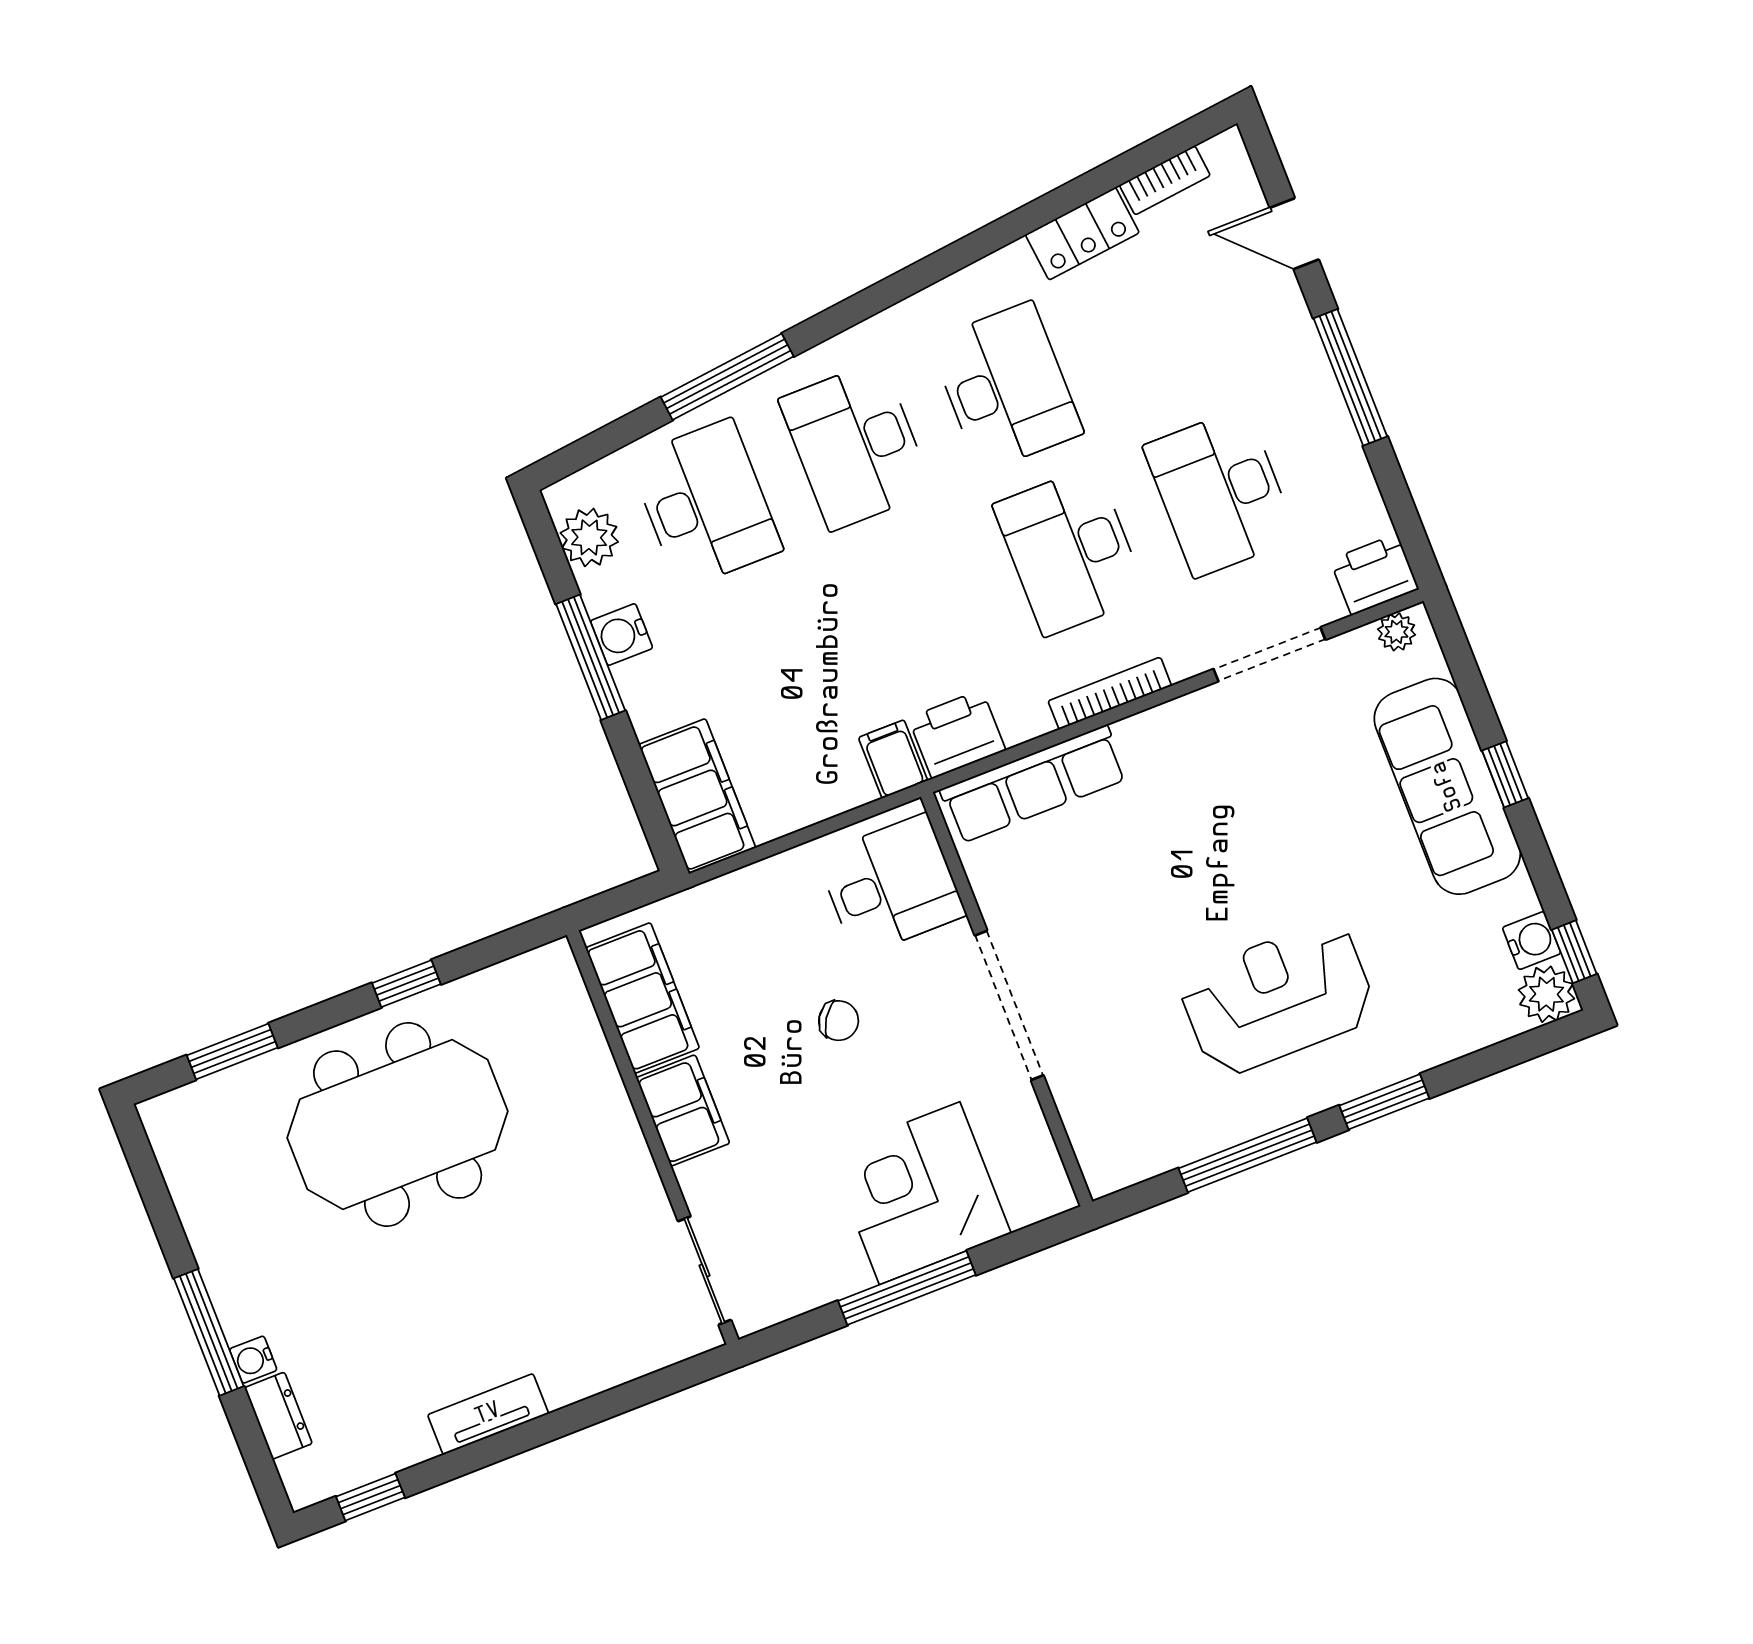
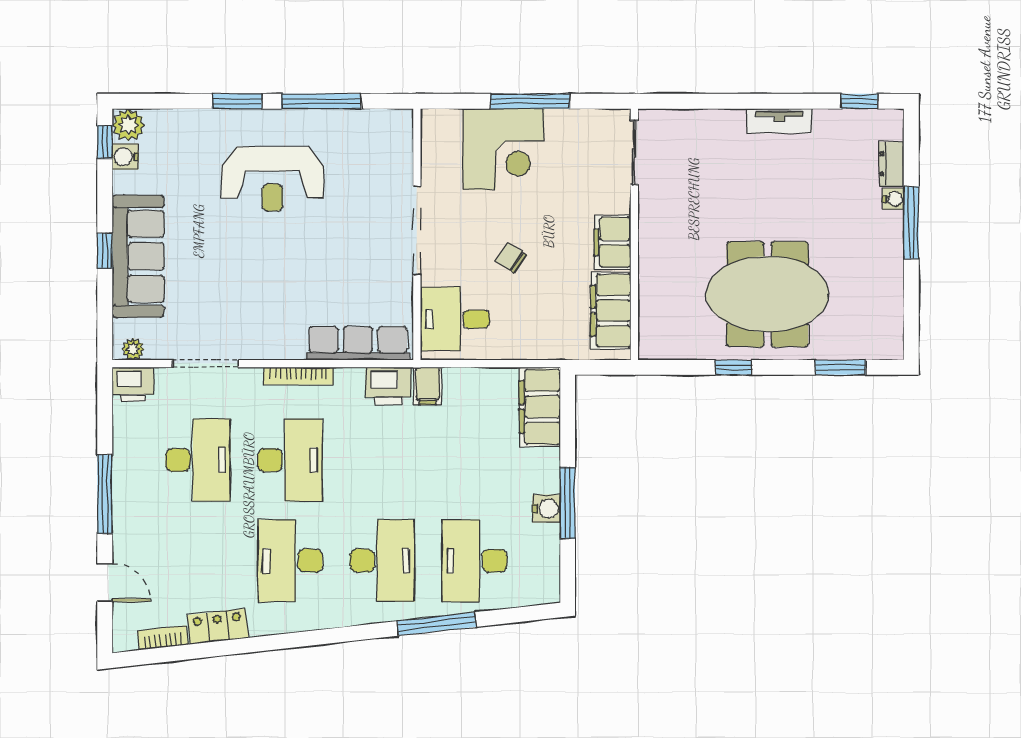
plant: (589, 537) -> (543, 567), removed

